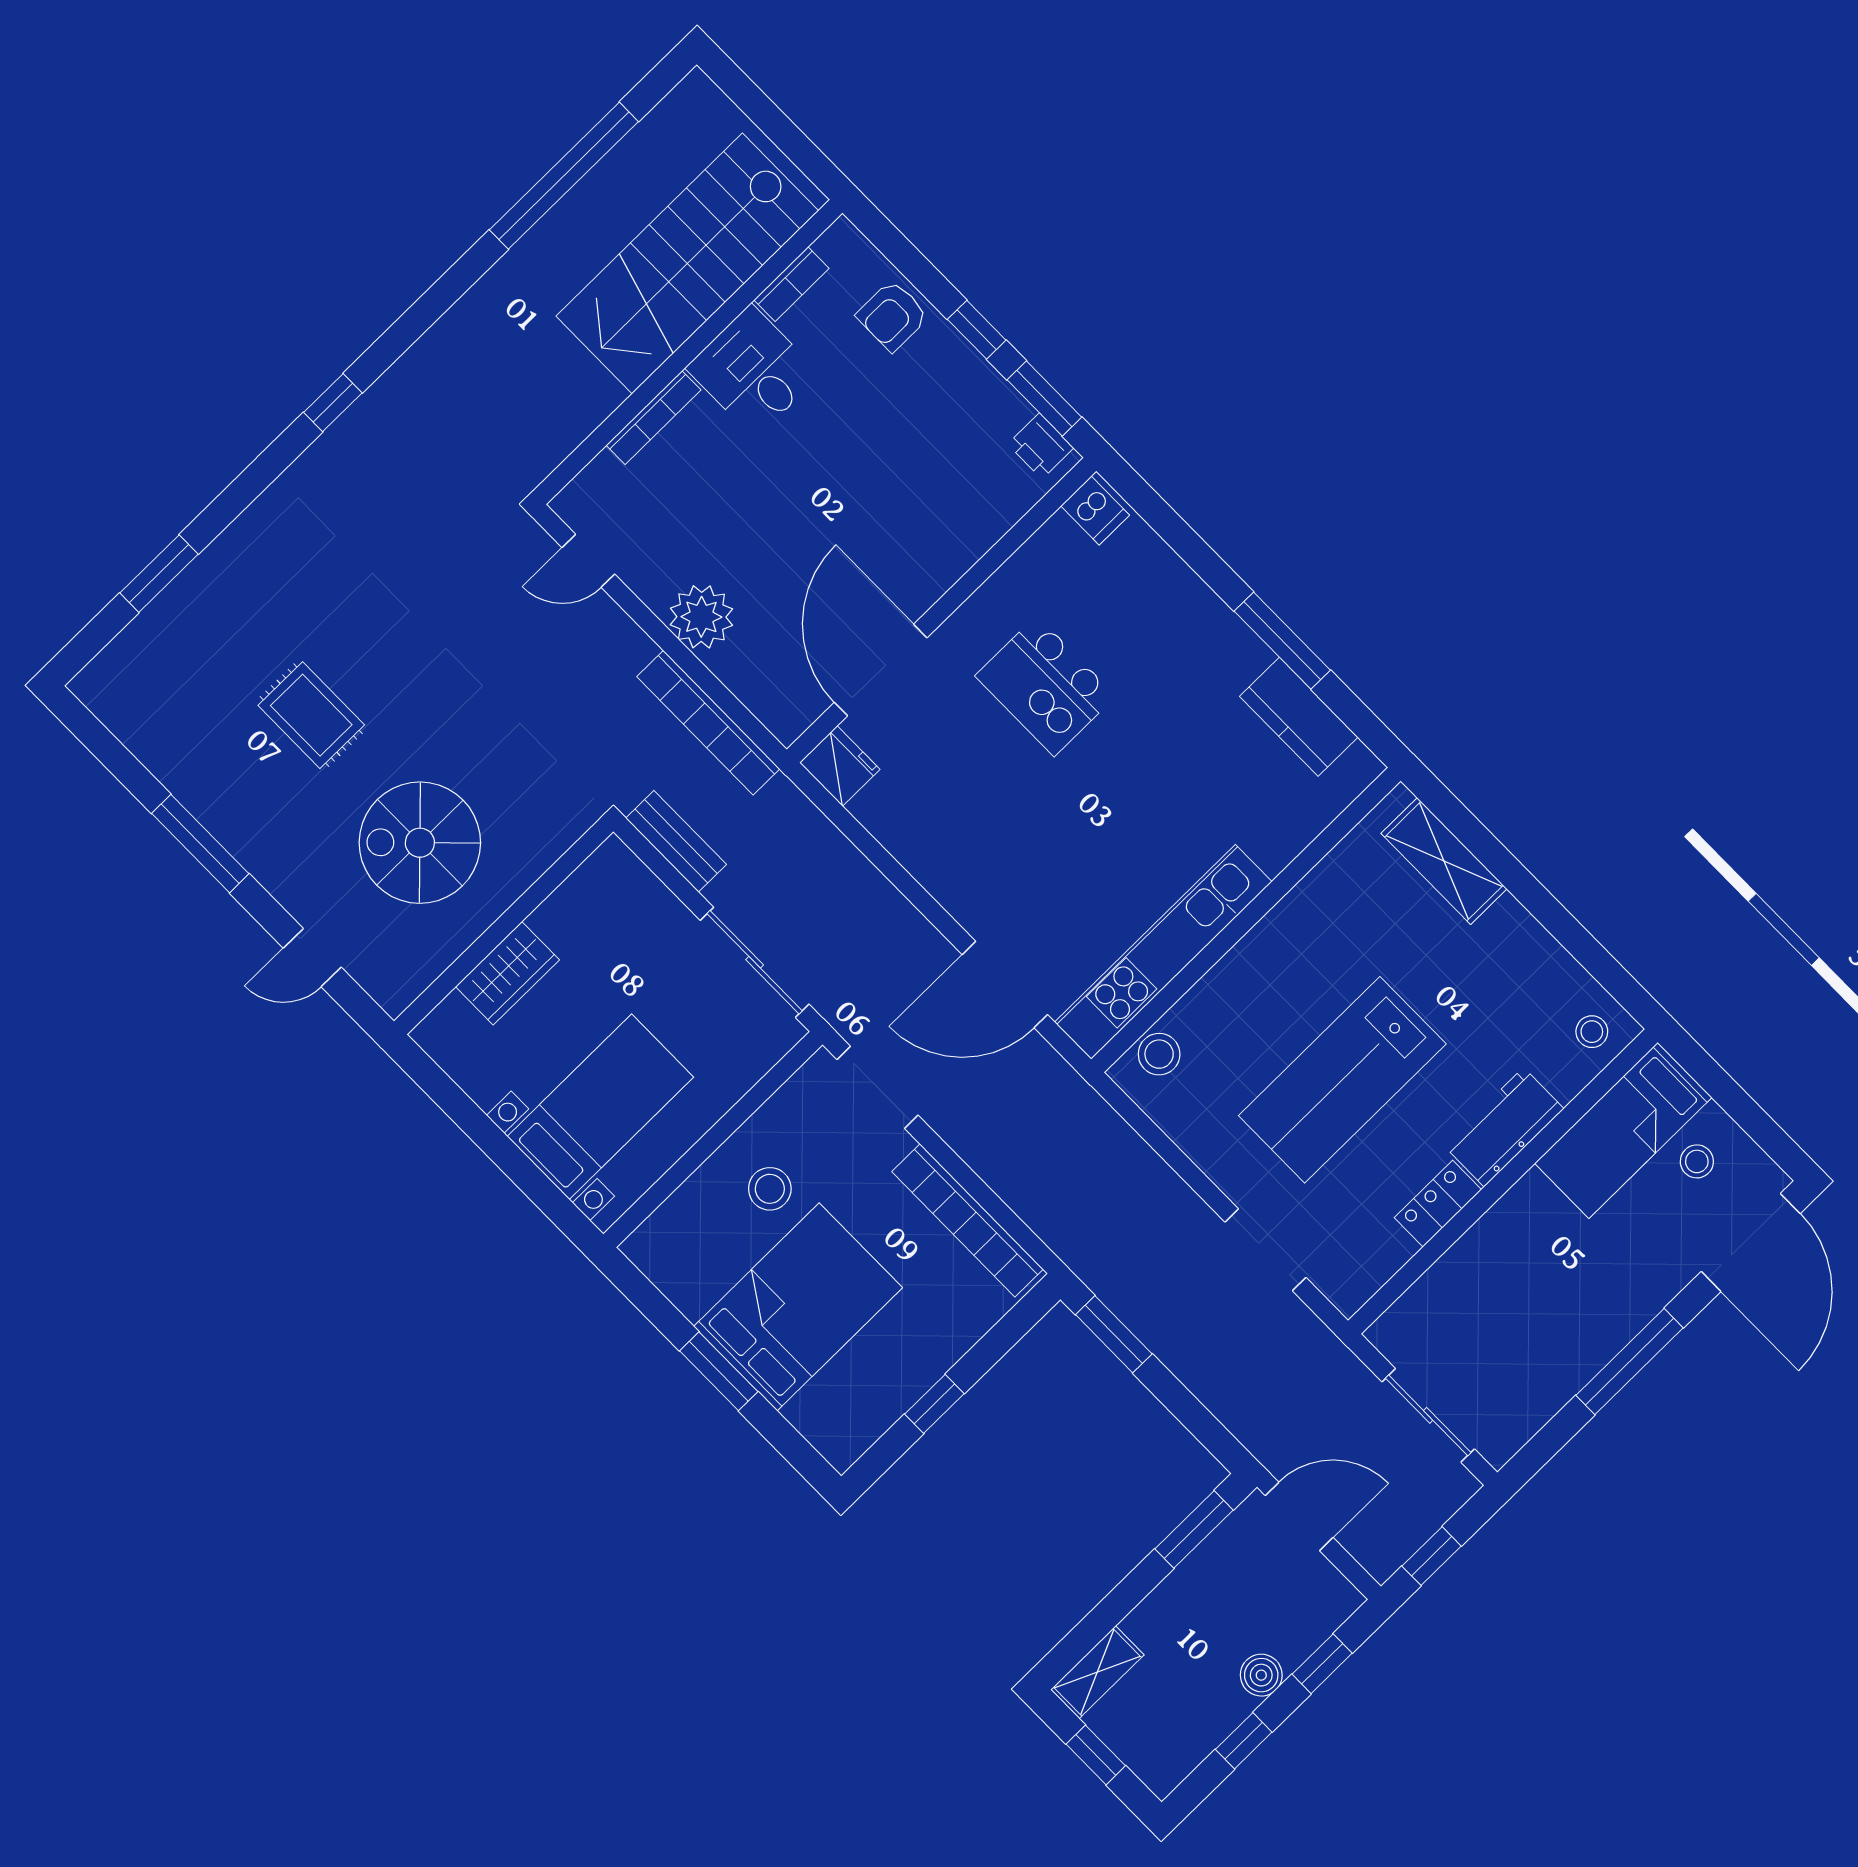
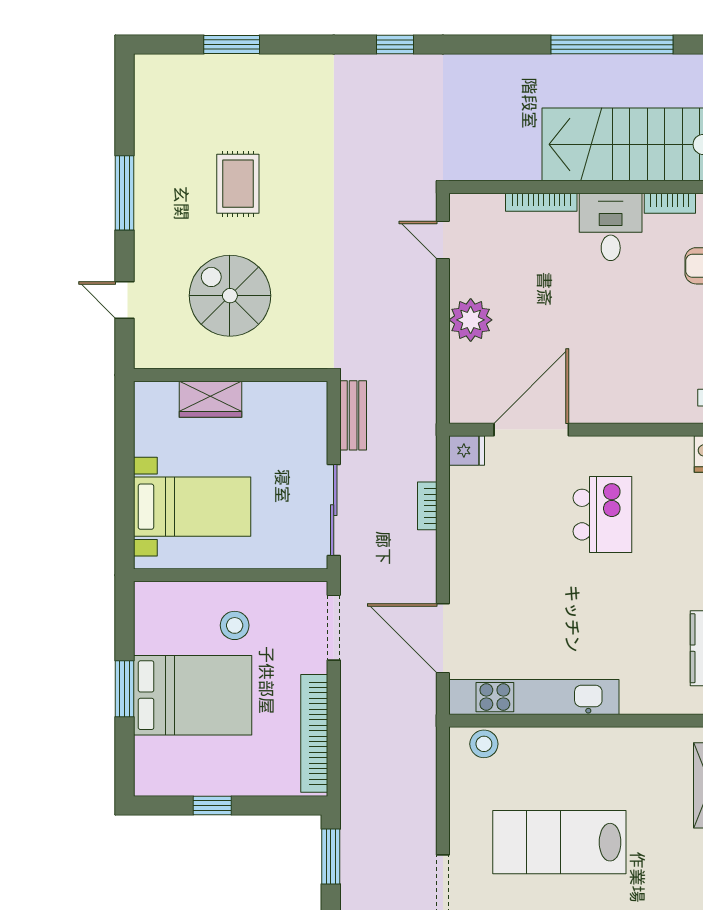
kitchen island: (1045, 686) -> (602, 515), turned 180
bookcase: (708, 723) -> (427, 506), moved, width x0.43, depth x0.76
fridge: (840, 766) -> (467, 450), width x0.72

